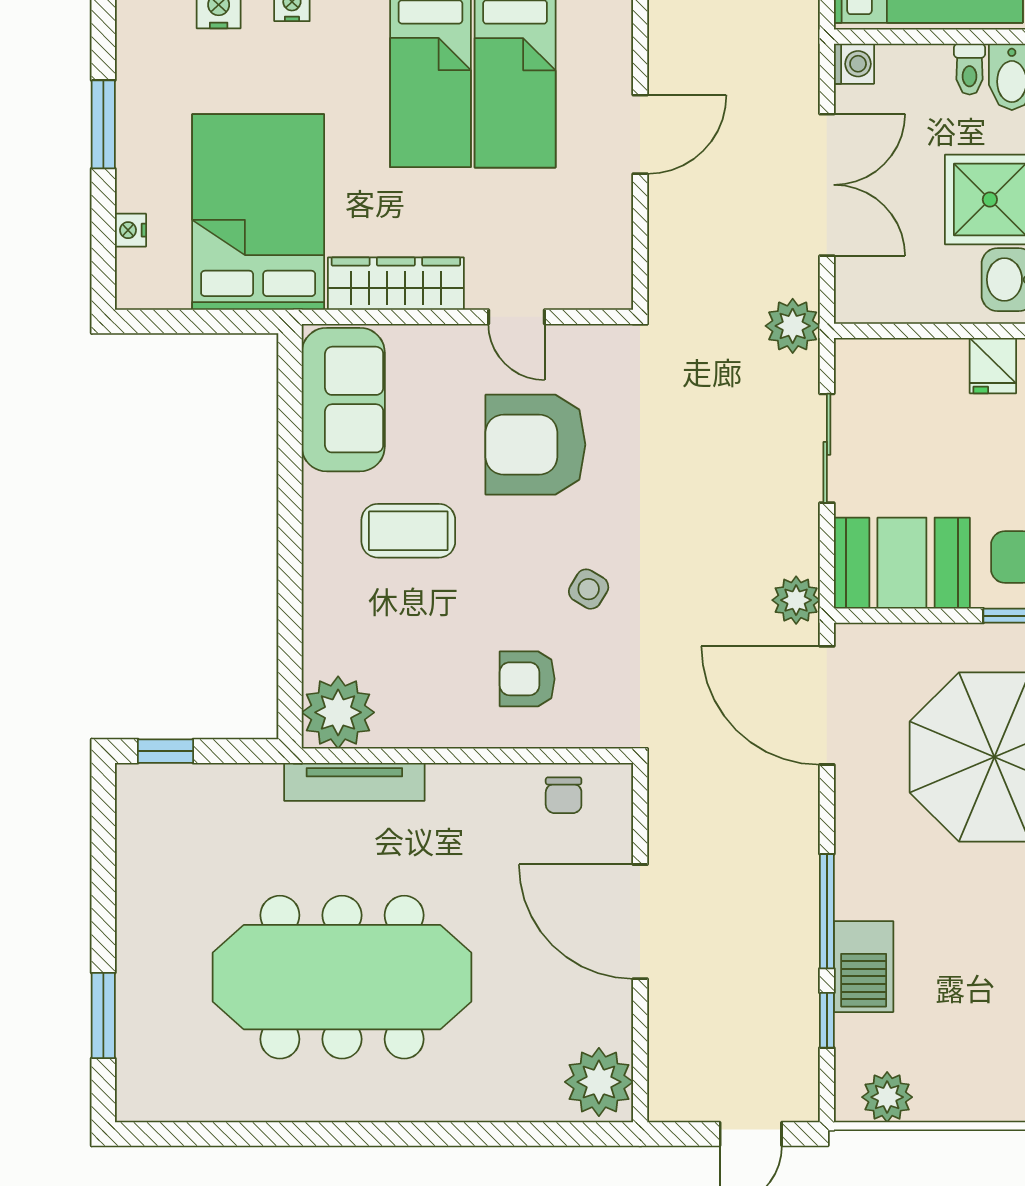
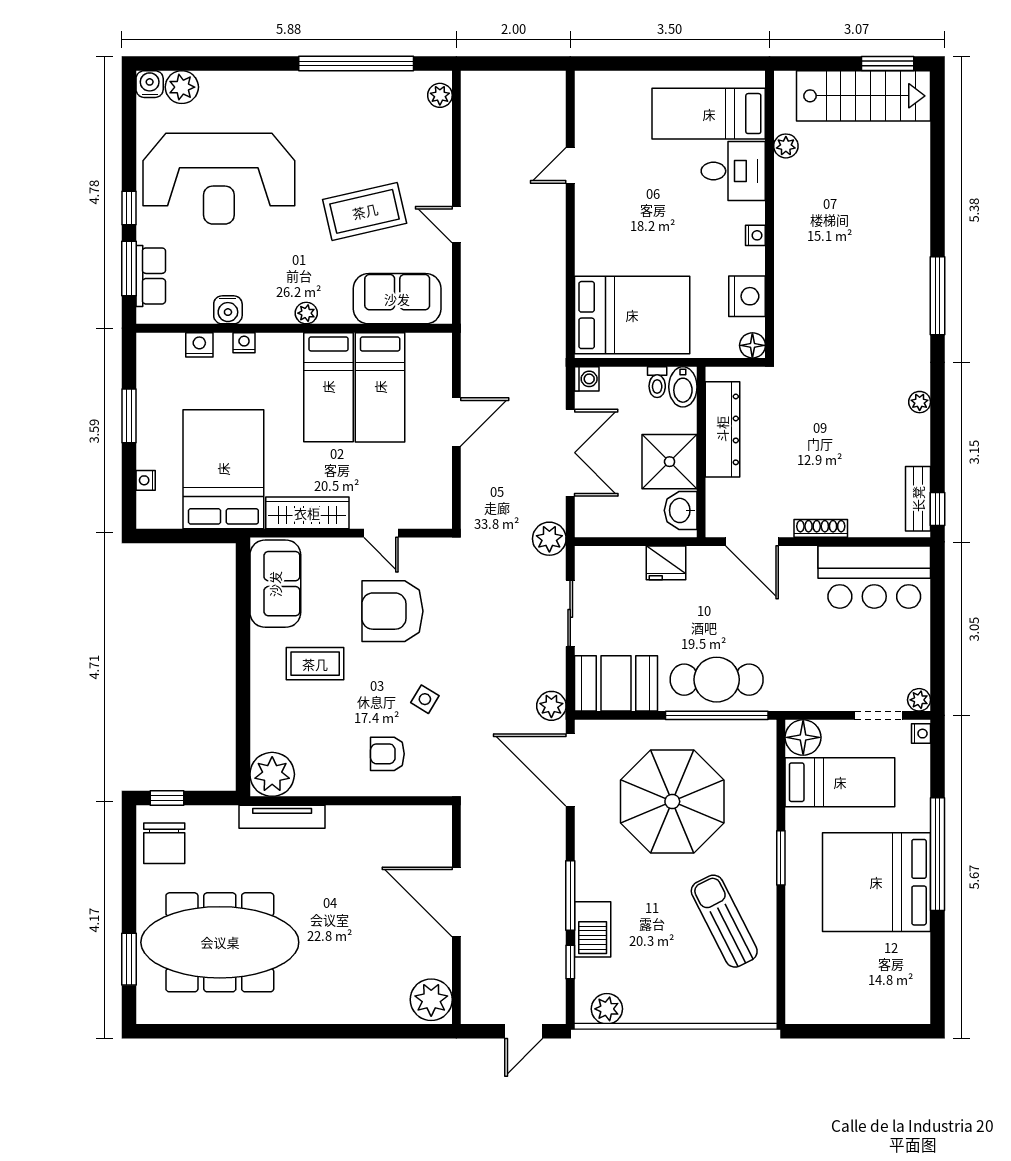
fridge: (993, 366) -> (666, 563), width x1.38
chair: (564, 795) -> (164, 843), moved, width x1.87, depth x1.87
meeting table: (342, 977) -> (220, 942), moved

